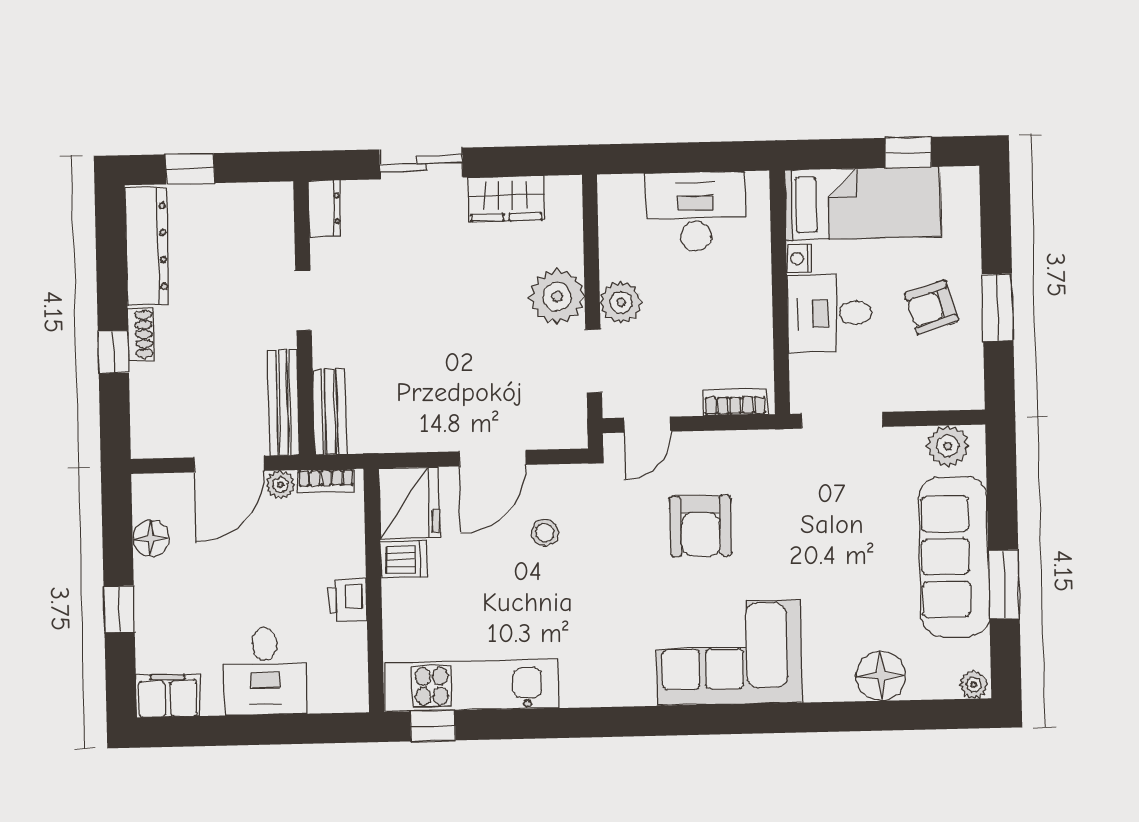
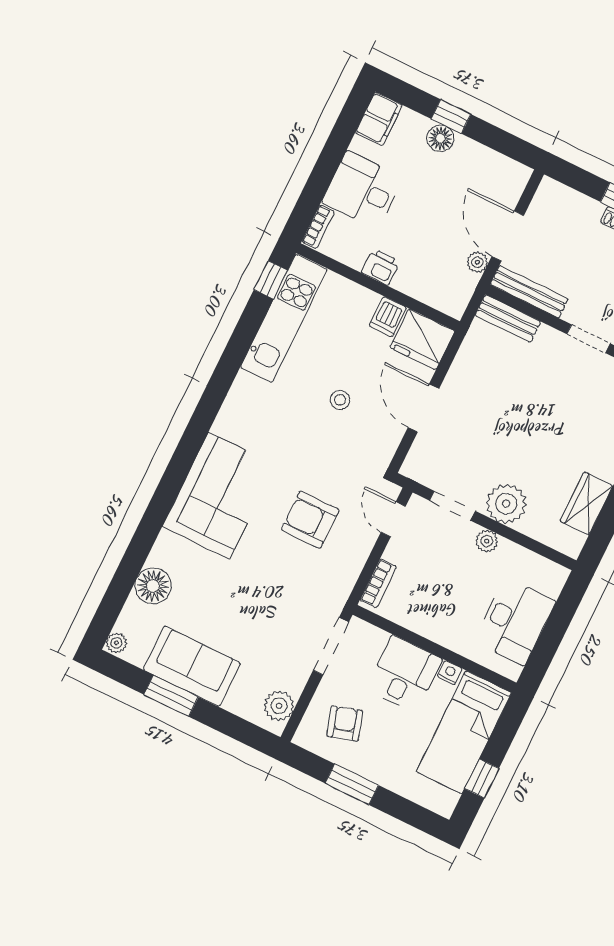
plant: (621, 302) -> (487, 541), width x0.73, depth x0.73
armchair: (931, 307) -> (345, 723), moved
bookcase: (326, 481) -> (318, 227), moved, turned 180
stool: (545, 533) -> (340, 400), moved
floor lamp: (151, 539) -> (440, 138), moved
sofa: (954, 556) -> (192, 666), width x0.73

